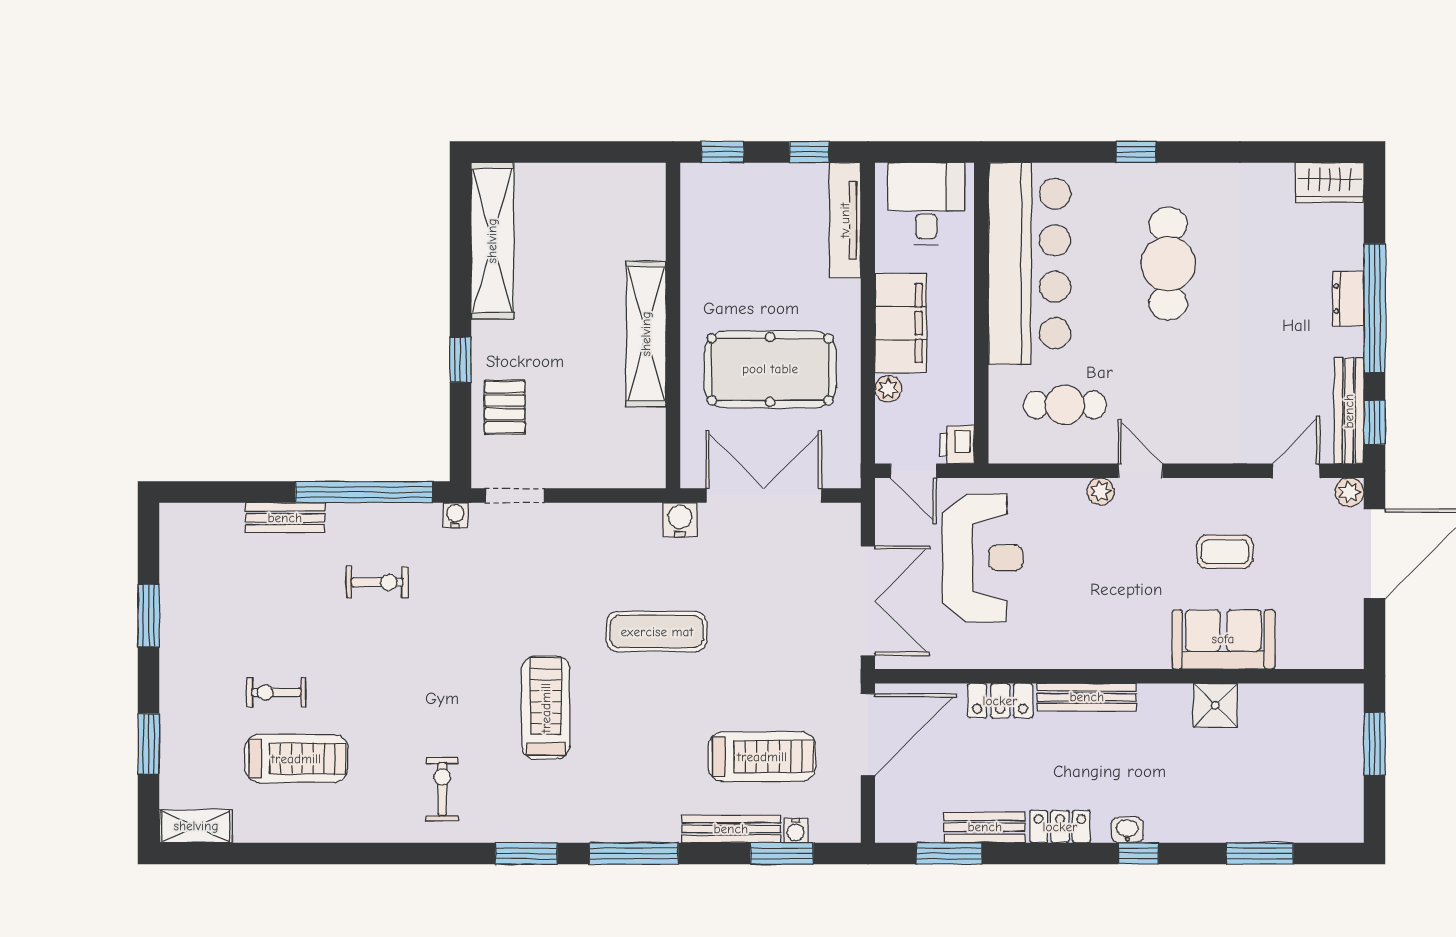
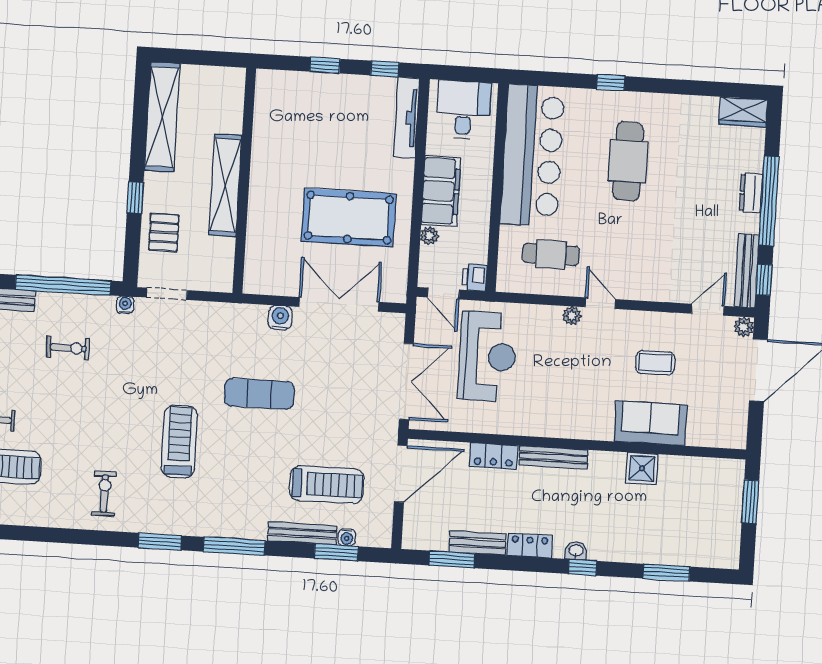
wall: (673, 326) -> (244, 181), moved
shelving: (646, 334) -> (225, 185), moved

